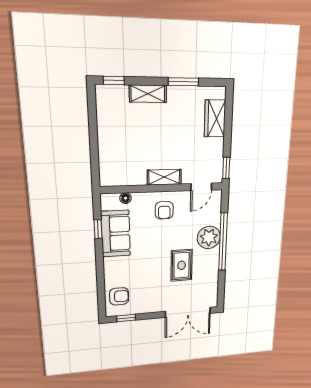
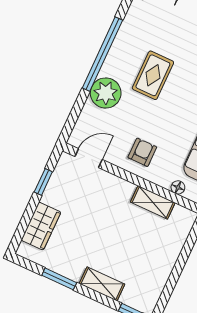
window: (226, 168) -> (43, 182), moved
shelving: (164, 177) -> (153, 202), moved
window: (223, 242) -> (102, 54), moved

